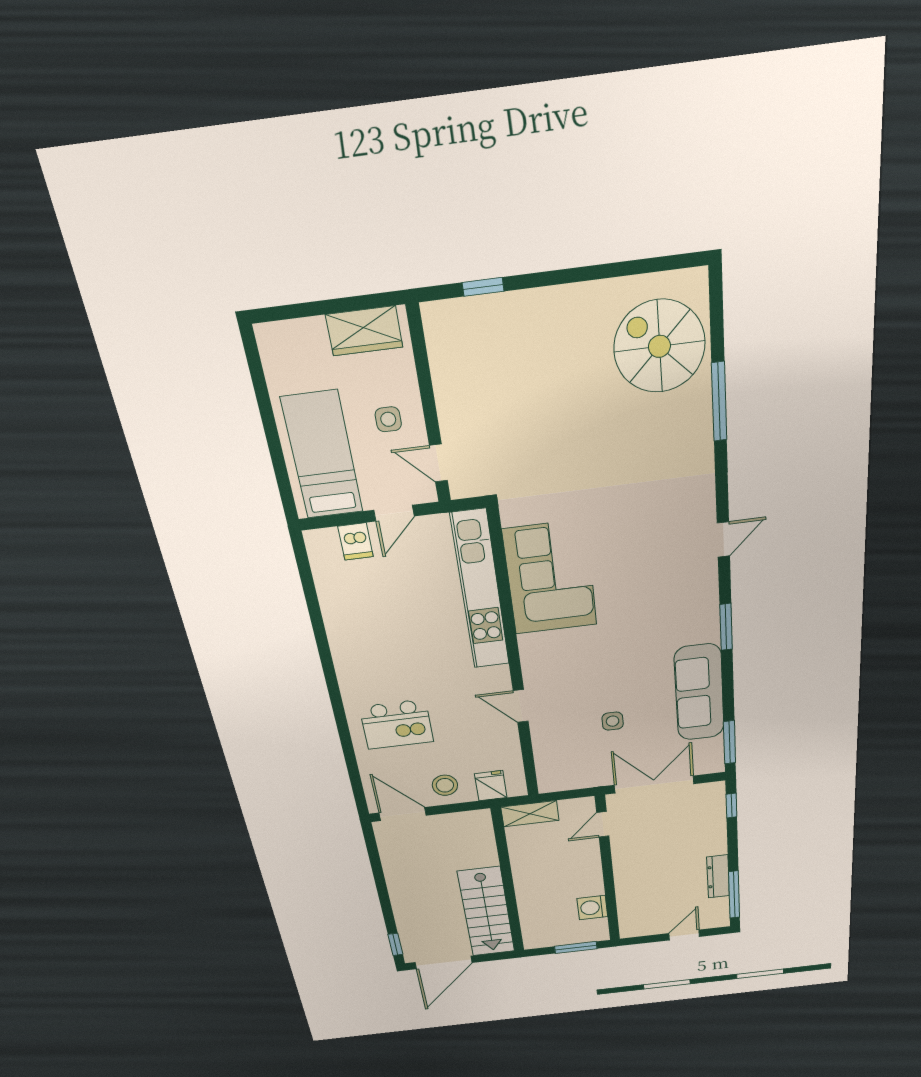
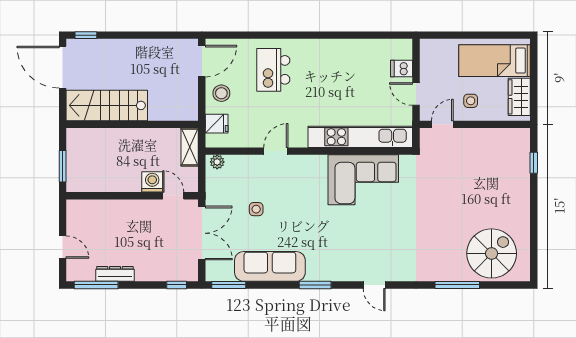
bed: (322, 455) -> (495, 61), moved, turned 180
plant: (547, 778) -> (217, 162), added
washing machine: (592, 908) -> (152, 182), moved

